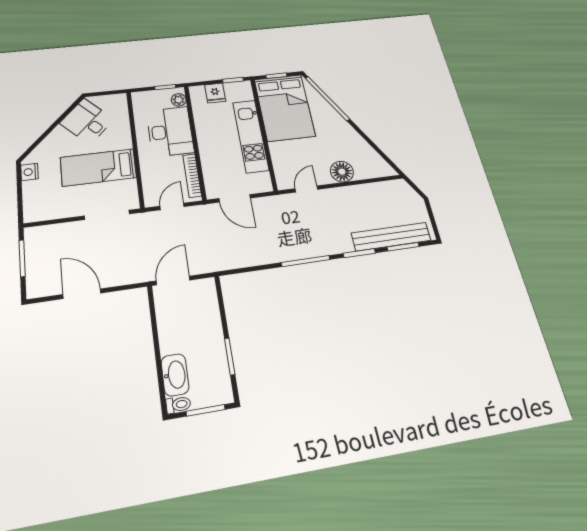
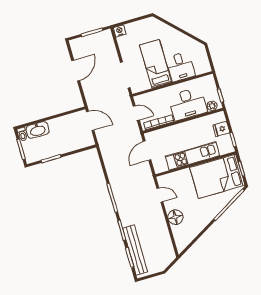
desk: (87, 121) -> (180, 67), moved, turned 135
nightstand: (30, 172) -> (120, 31), moved

